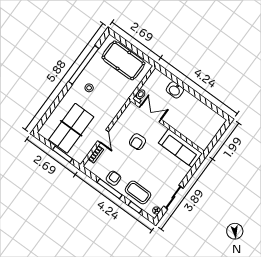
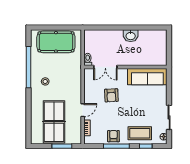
washbasin: (175, 90) -> (131, 36), moved
double door: (150, 113) -> (105, 67), swing flipped
door: (103, 136) -> (83, 110), hinge flipped

